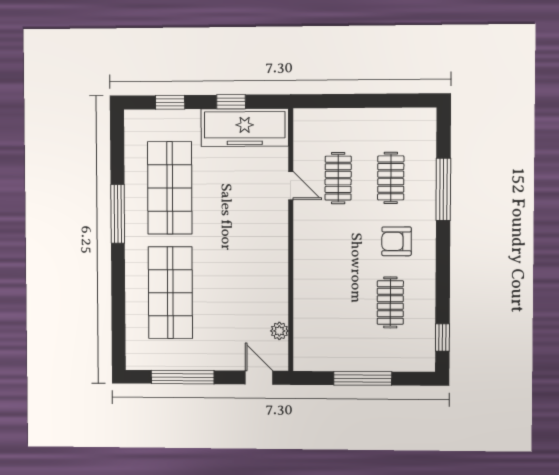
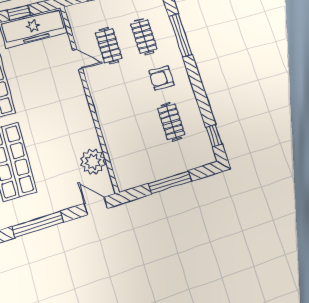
plant: (279, 331) -> (93, 162), width x1.88, depth x1.88

